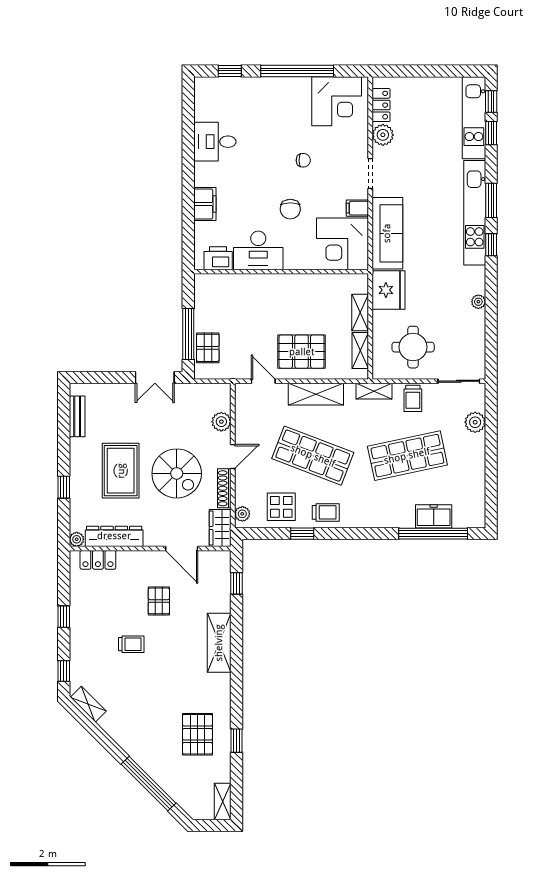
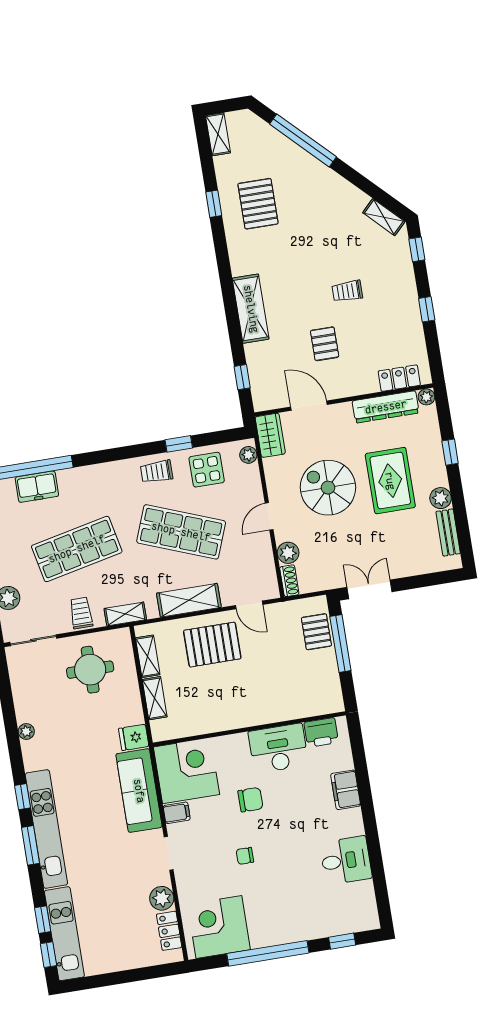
chair: (290, 209) -> (250, 800), turned 90
fridge: (389, 290) -> (134, 737), width x0.53, depth x0.75
plant: (79, 448) -> (441, 498), added
shoe rack: (224, 488) -> (289, 581), moved, width x0.70

